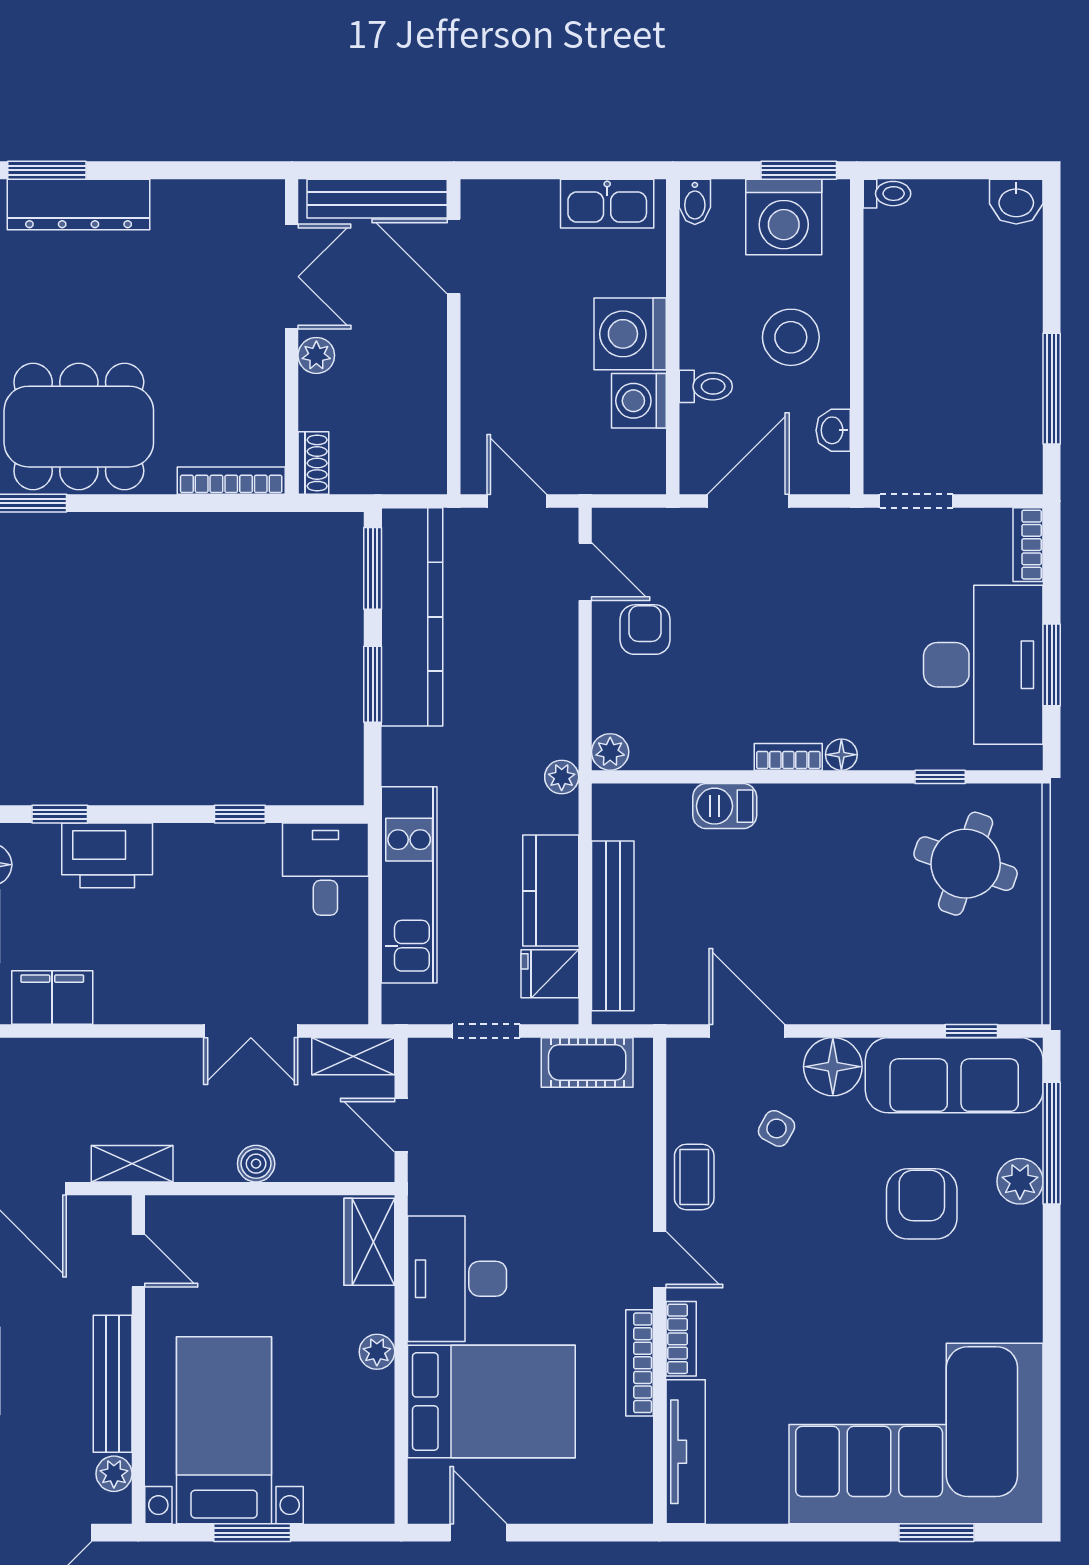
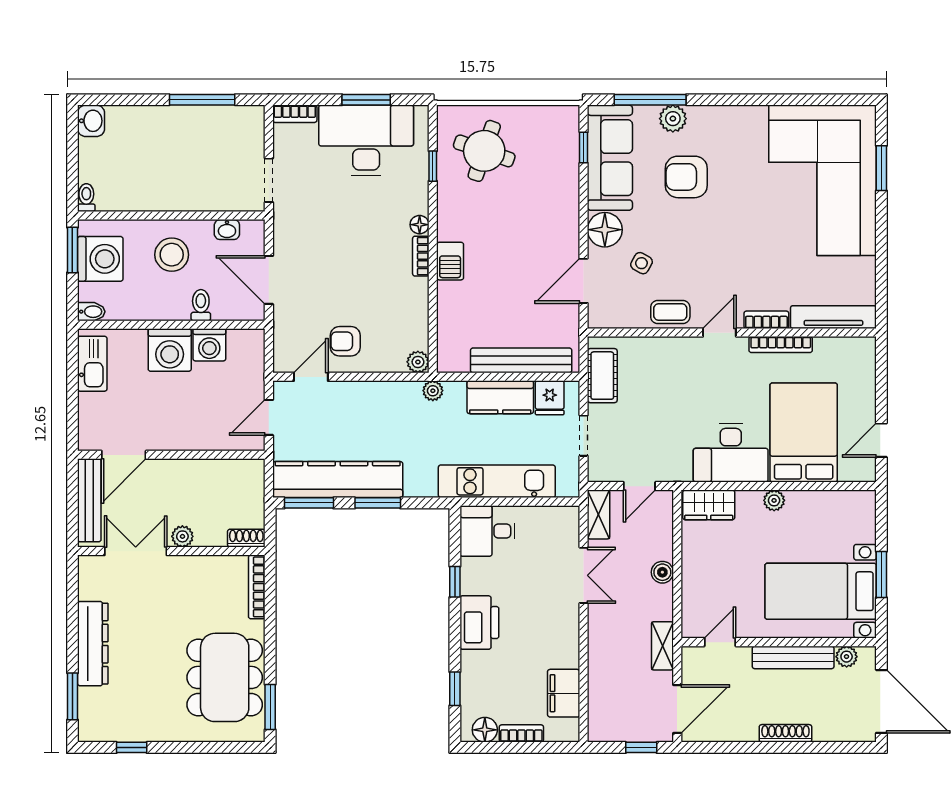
dresser: (79, 204) -> (93, 644), moved
barbecue: (725, 806) -> (450, 261), moved
printer: (107, 855) -> (479, 623), moved

